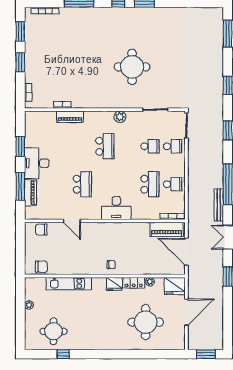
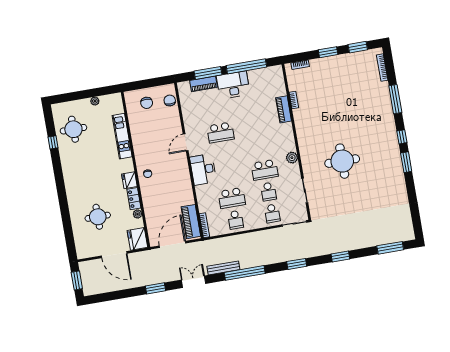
school desk: (105, 146) -> (265, 170), moved
window: (20, 147) -> (246, 66), width x2.11
door: (72, 221) -> (186, 142), moved
chair: (41, 267) -> (147, 103), moved
round table: (146, 322) -> (98, 217), width x0.73, depth x0.73

